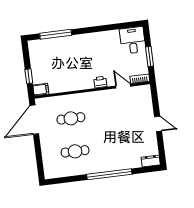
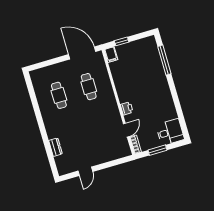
door: (158, 124) -> (85, 171), moved
dresser: (151, 161) -> (56, 147), moved
window: (109, 174) -> (43, 130), removed

